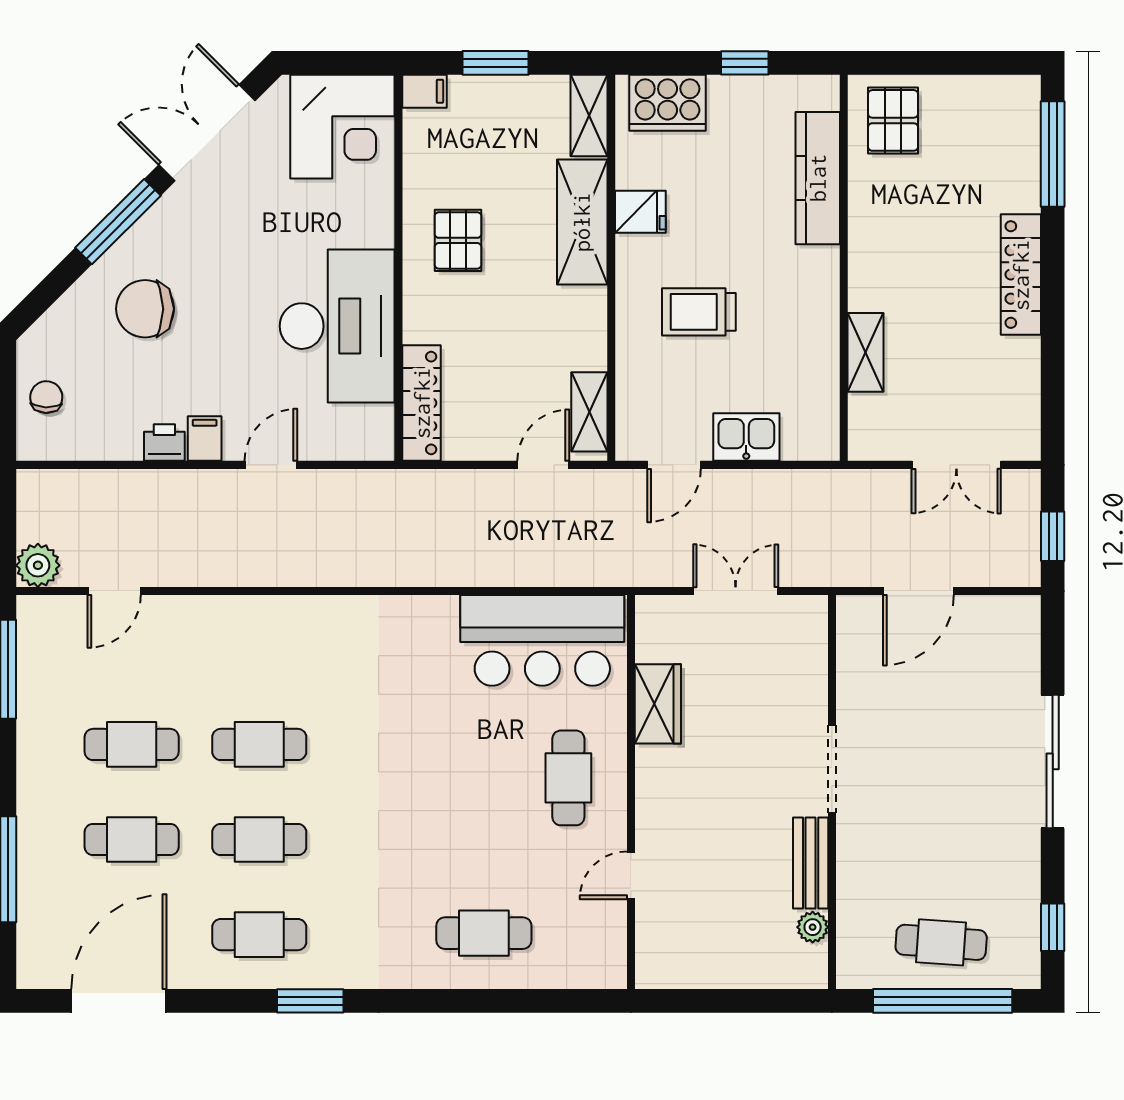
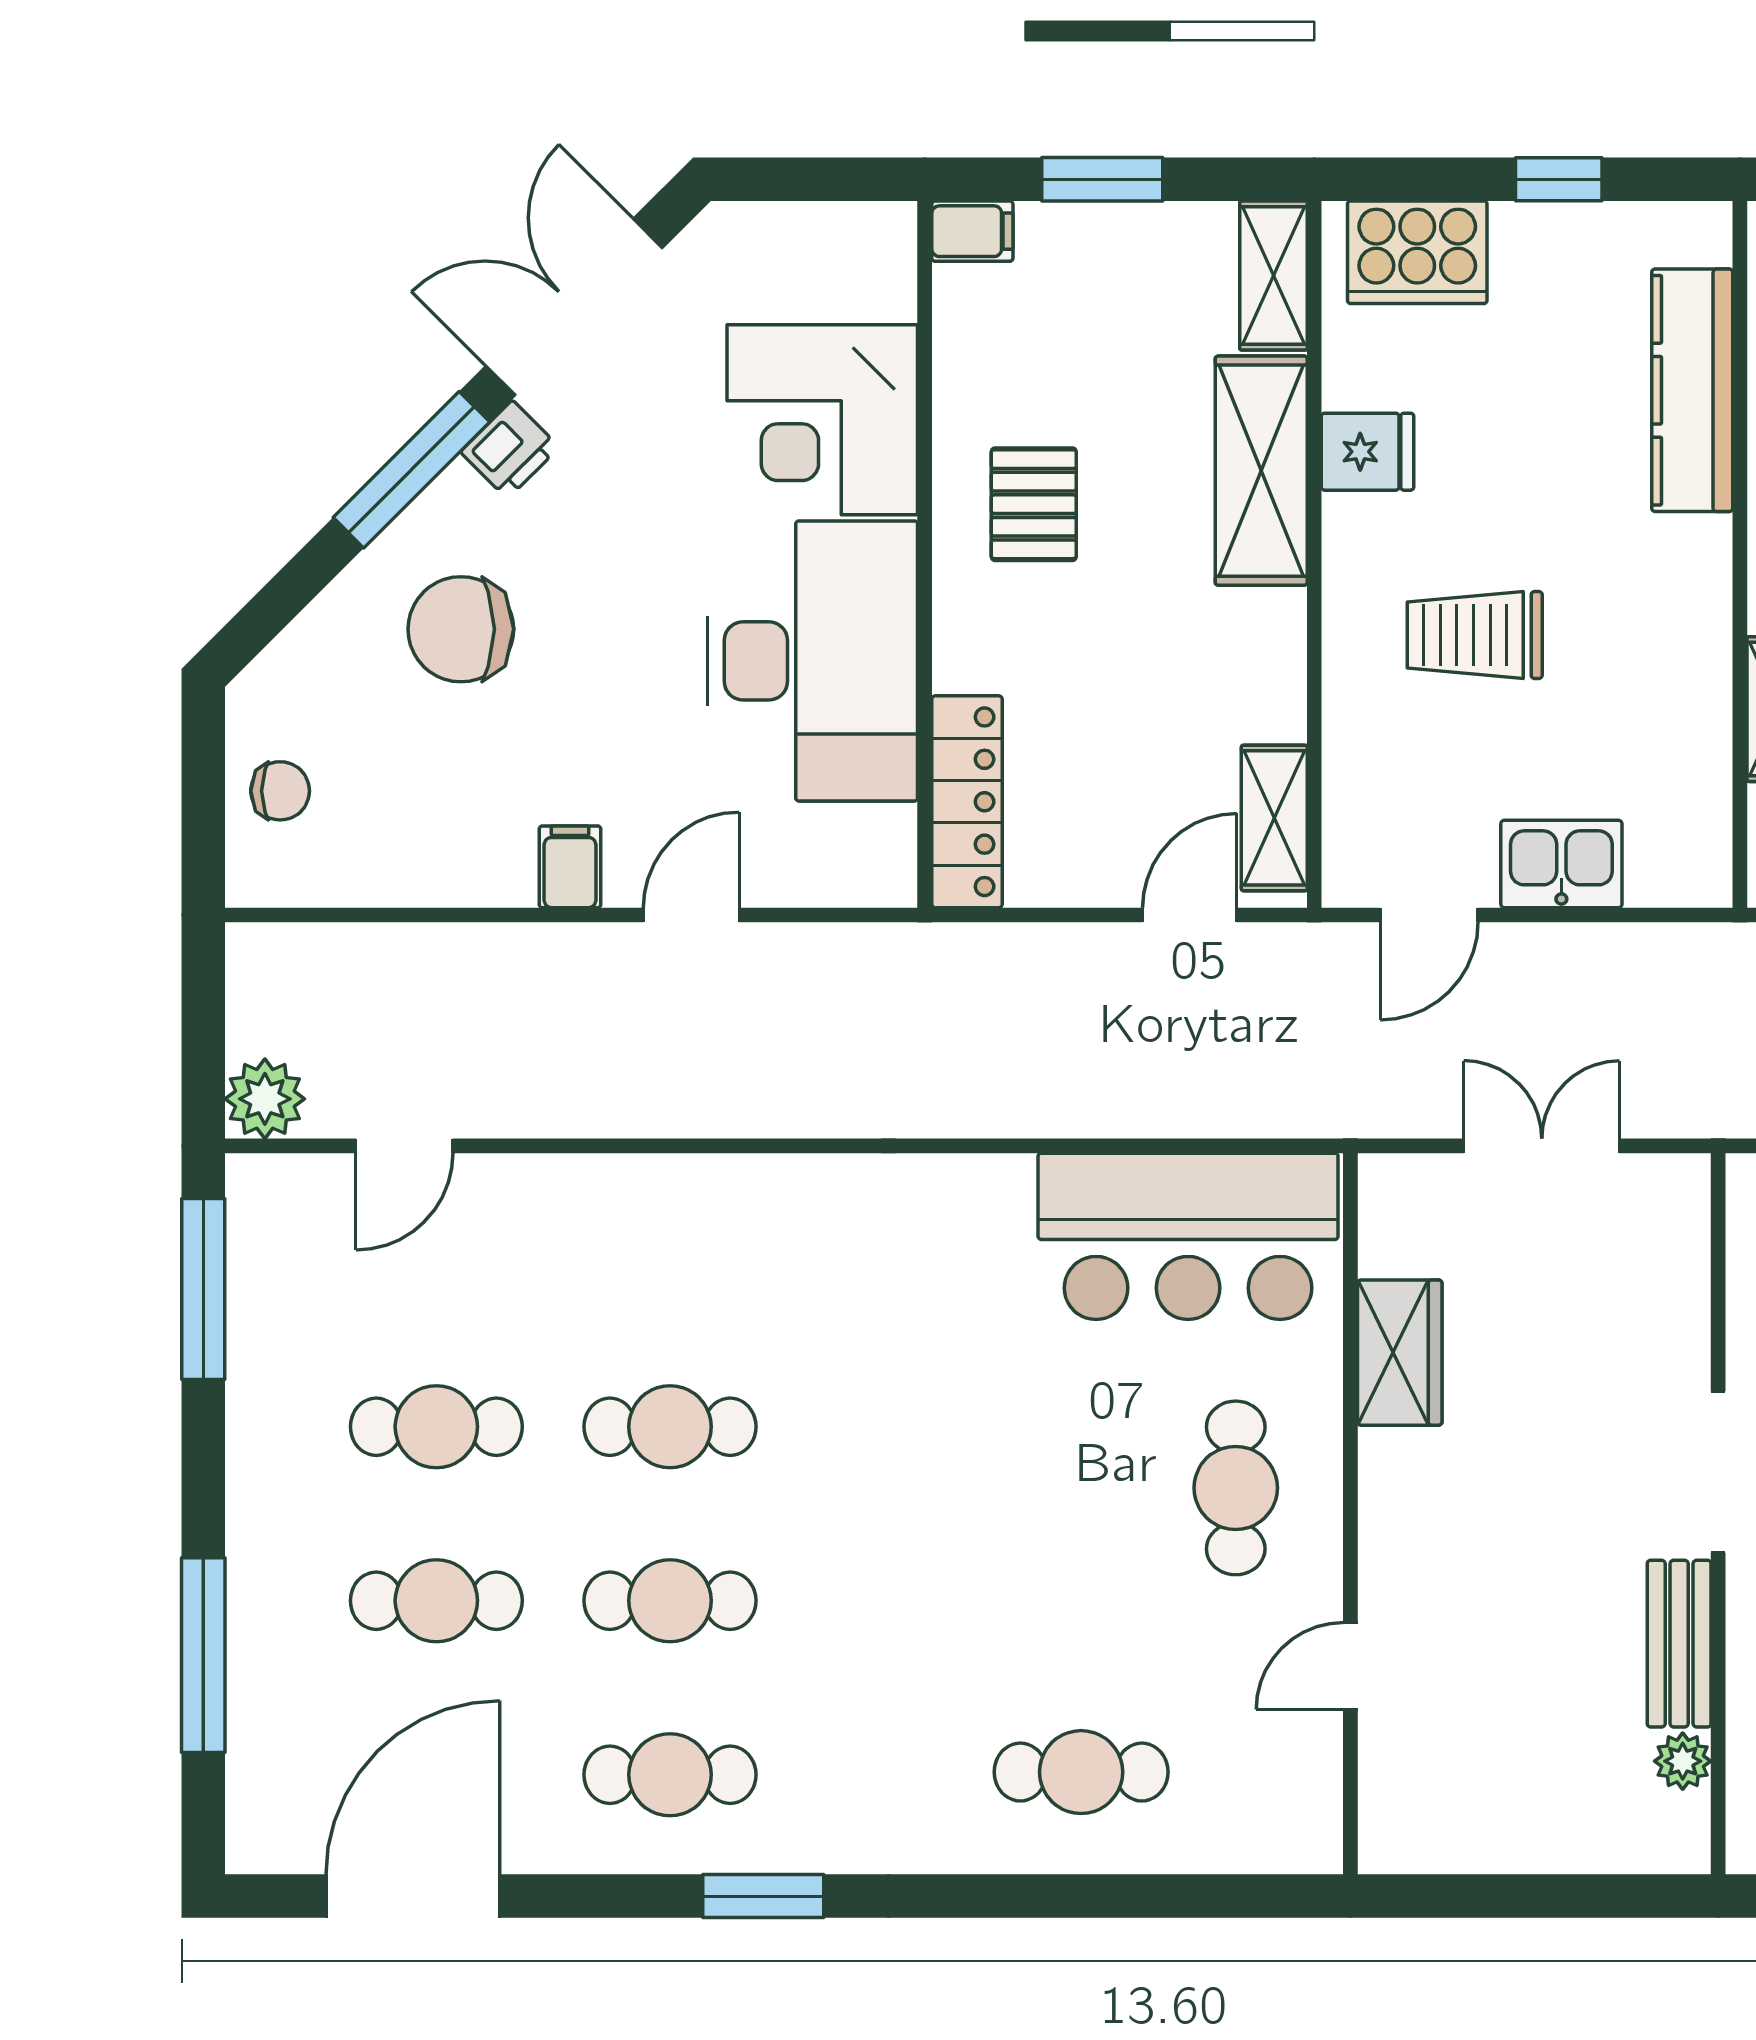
corner desk: (342, 127) -> (822, 420), moved, turned 90
chair: (46, 397) -> (280, 791), turned 88
printer: (164, 443) -> (510, 449), moved, turned 135

